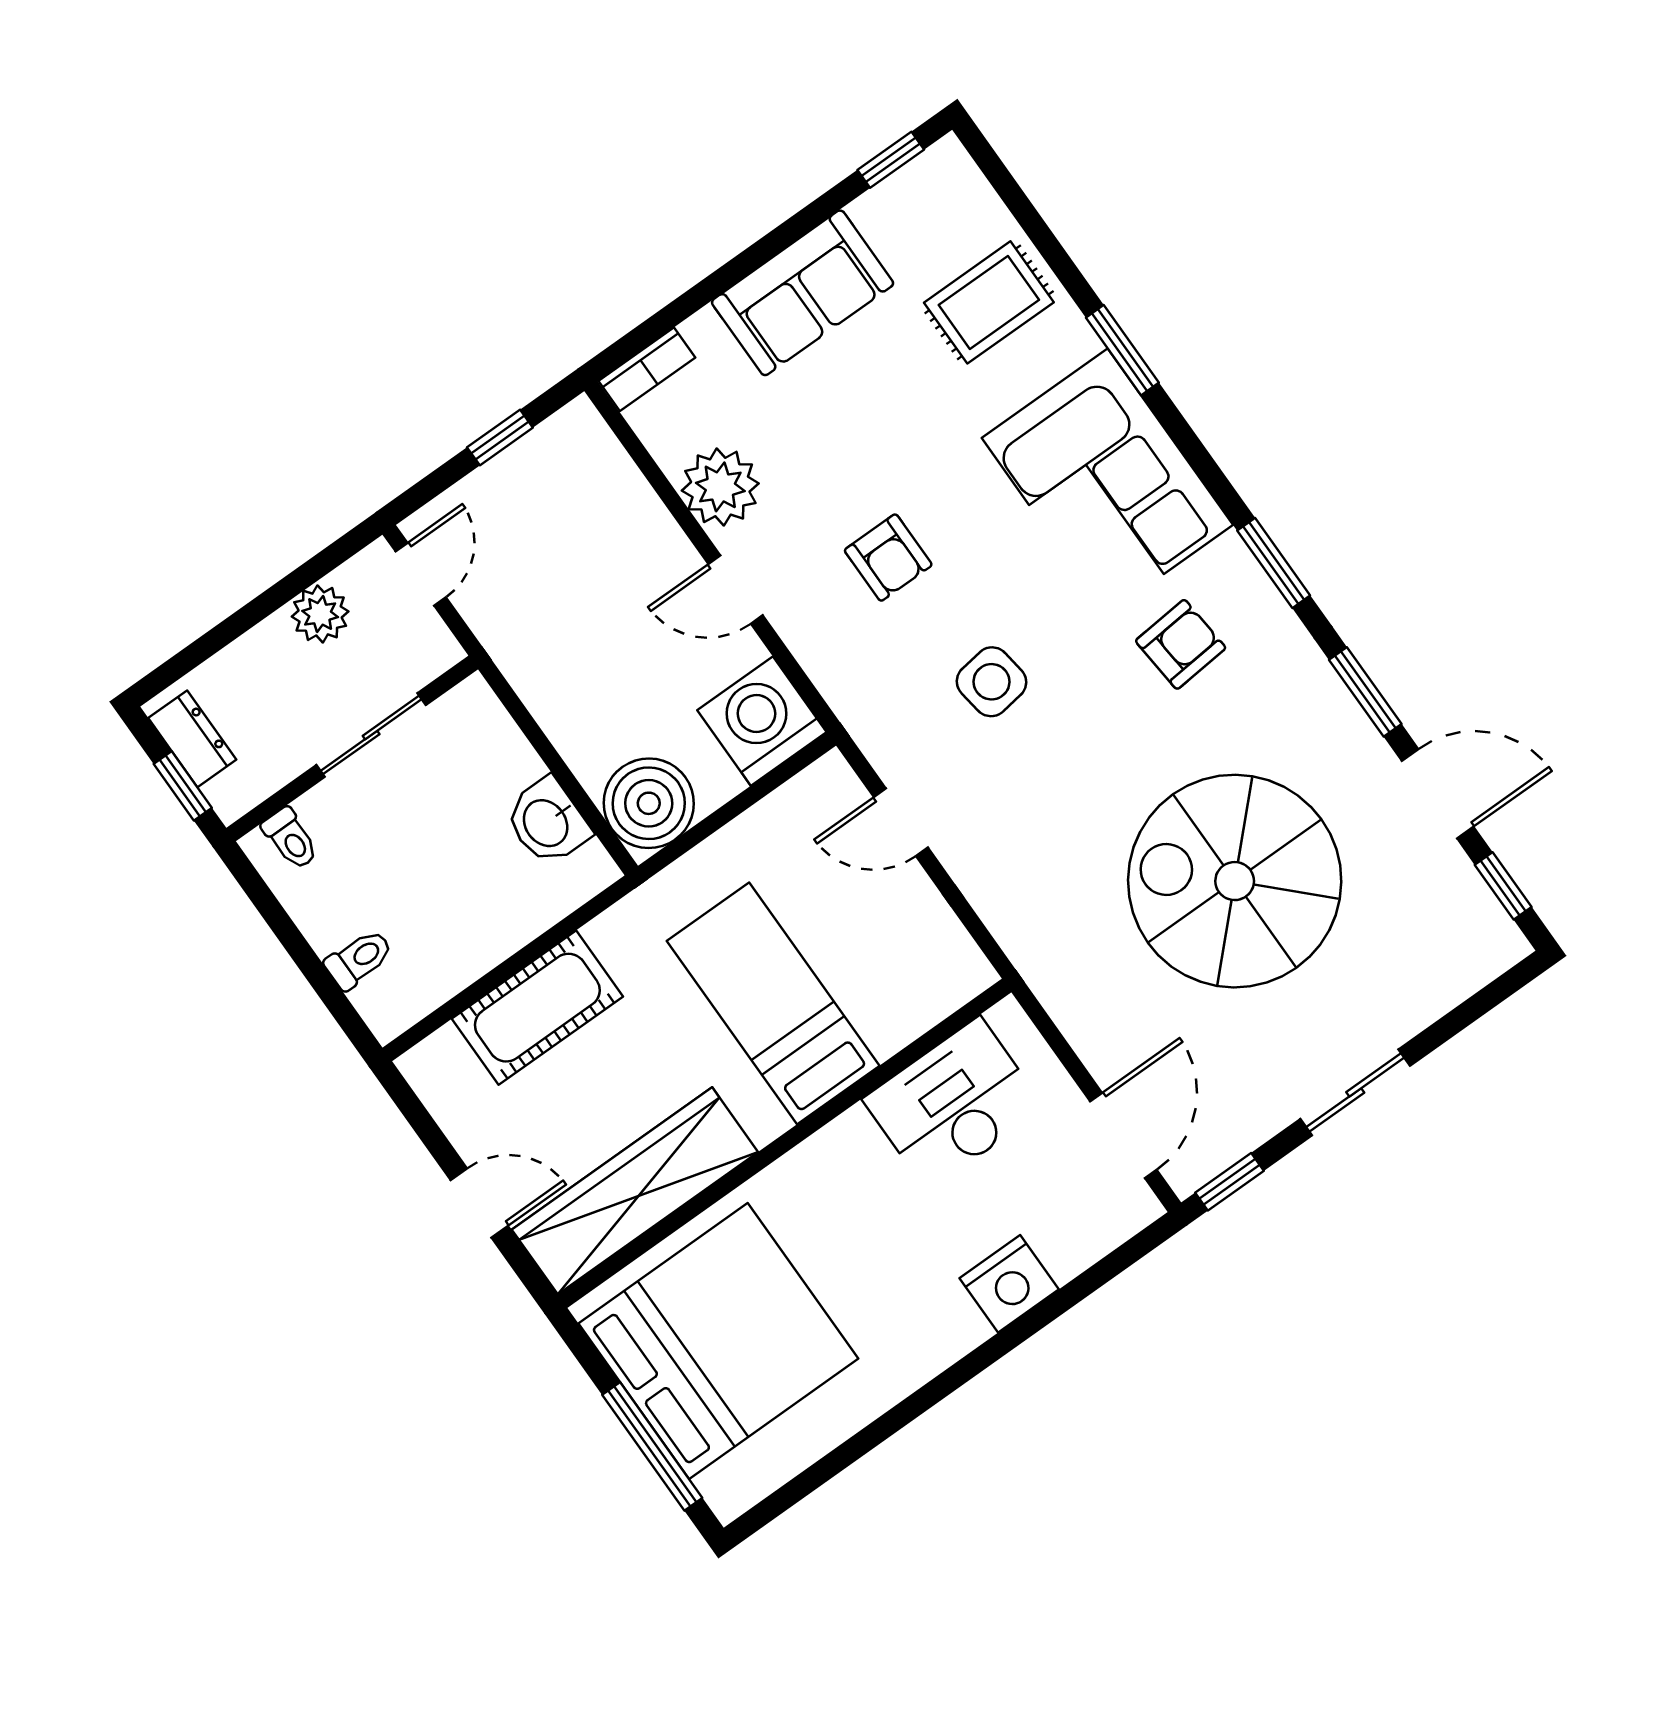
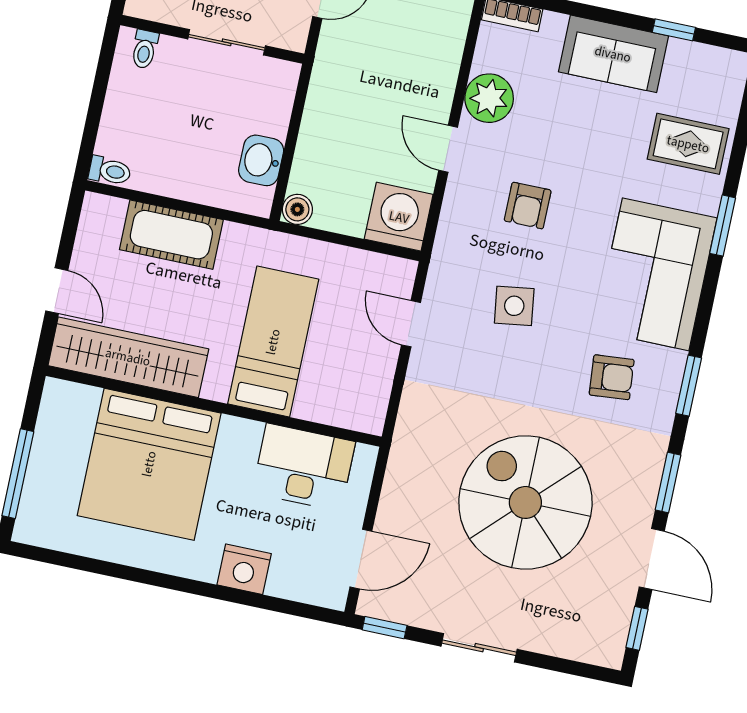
window: (891, 160) -> (674, 30), moved
boiler: (649, 803) -> (297, 209), width x0.54, depth x0.54
toilet: (359, 959) -> (110, 171), moved
bed: (718, 1341) -> (149, 464), moved, turned 90

